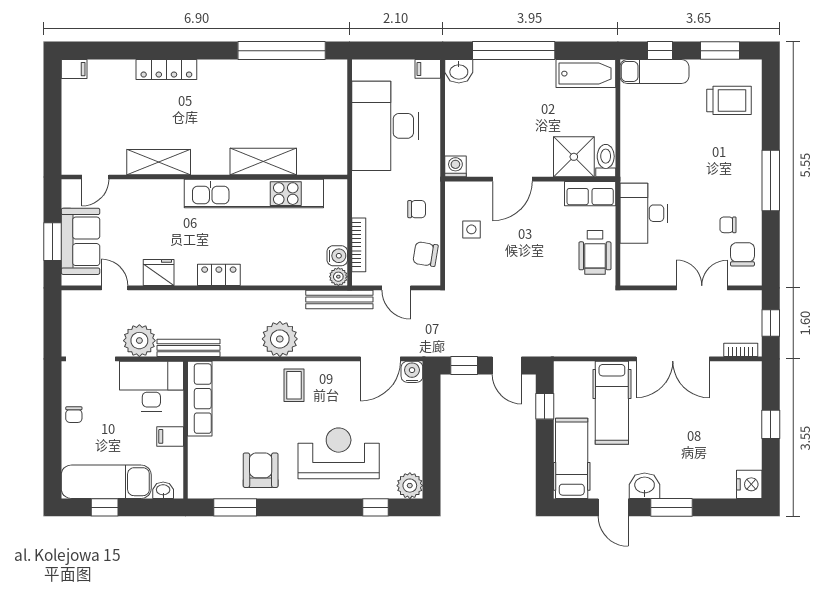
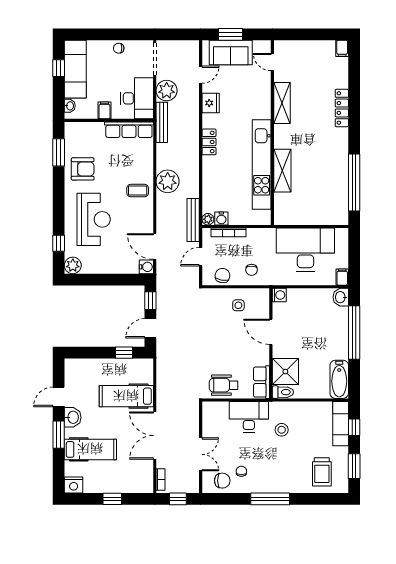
stool: (664, 163) -> (282, 430), added
hospital bed: (572, 458) -> (90, 449), moved

